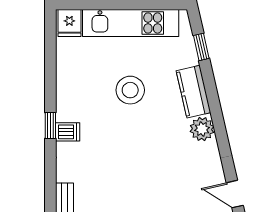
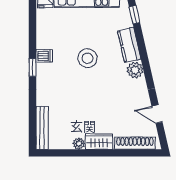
stool: (130, 90) -> (87, 58), moved
dishwasher: (68, 132) -> (44, 56), moved

